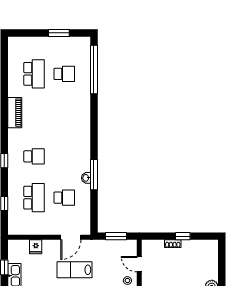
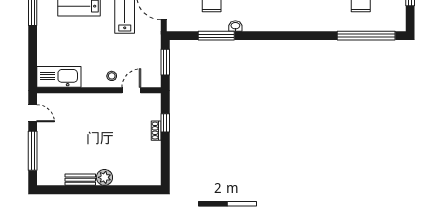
window: (94, 175) -> (216, 36), moved
window: (183, 236) -> (165, 123), moved

